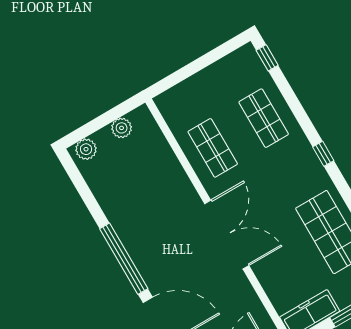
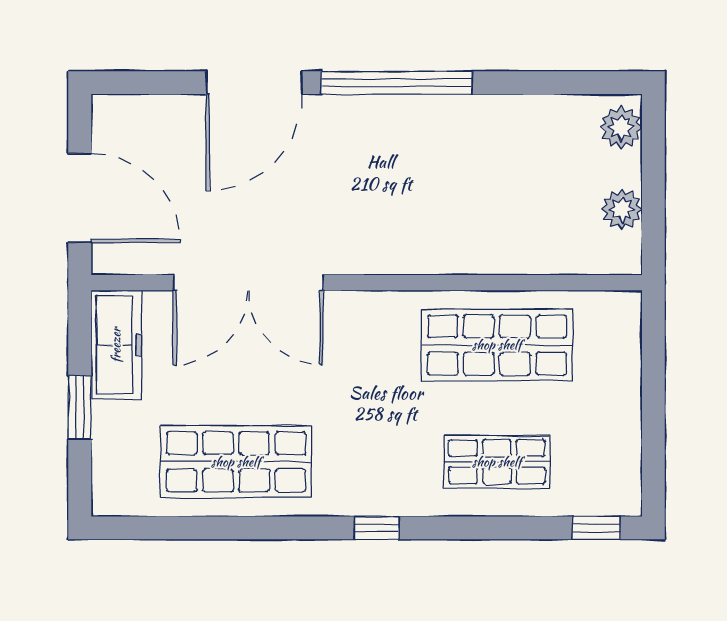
shop shelf: (213, 148) -> (497, 345), width x1.43, depth x1.36
double door: (227, 235) -> (248, 283), moved

